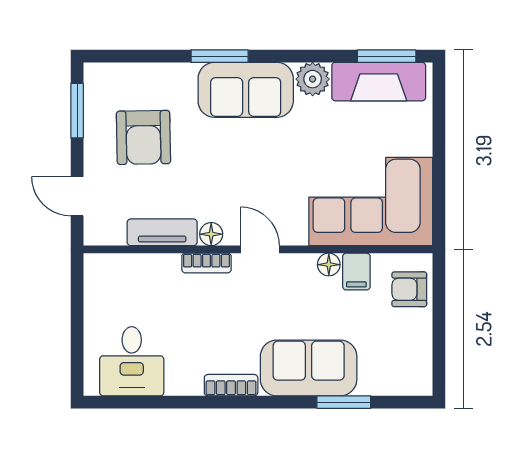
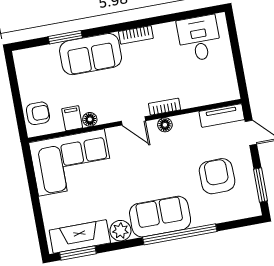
window: (220, 56) -> (180, 234), width x2.11
tv unit: (162, 232) -> (222, 115), moved

